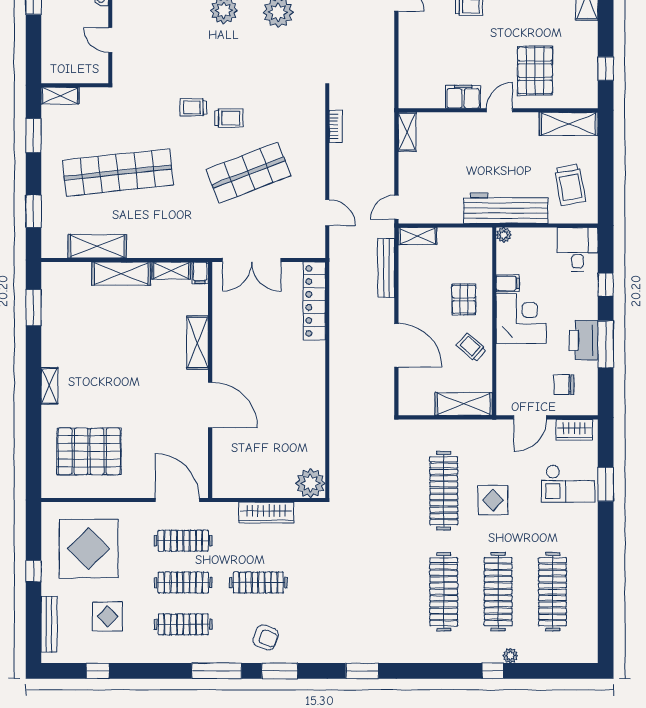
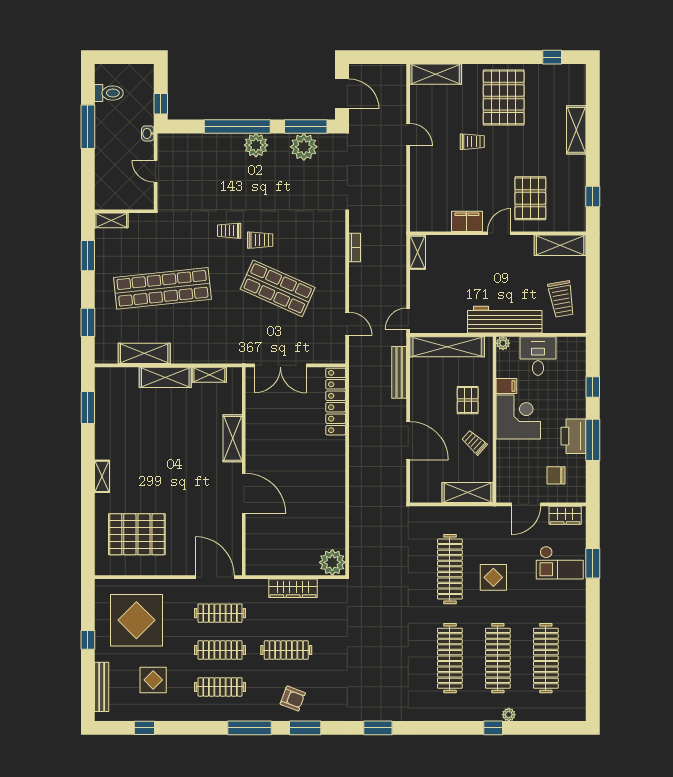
shop shelf: (249, 173) -> (278, 288), turned 45
shelving: (417, 236) -> (447, 347), width x2.20, depth x1.33
desk: (578, 249) -> (538, 356), moved
filing cabinet: (200, 273) -> (235, 377), removed

